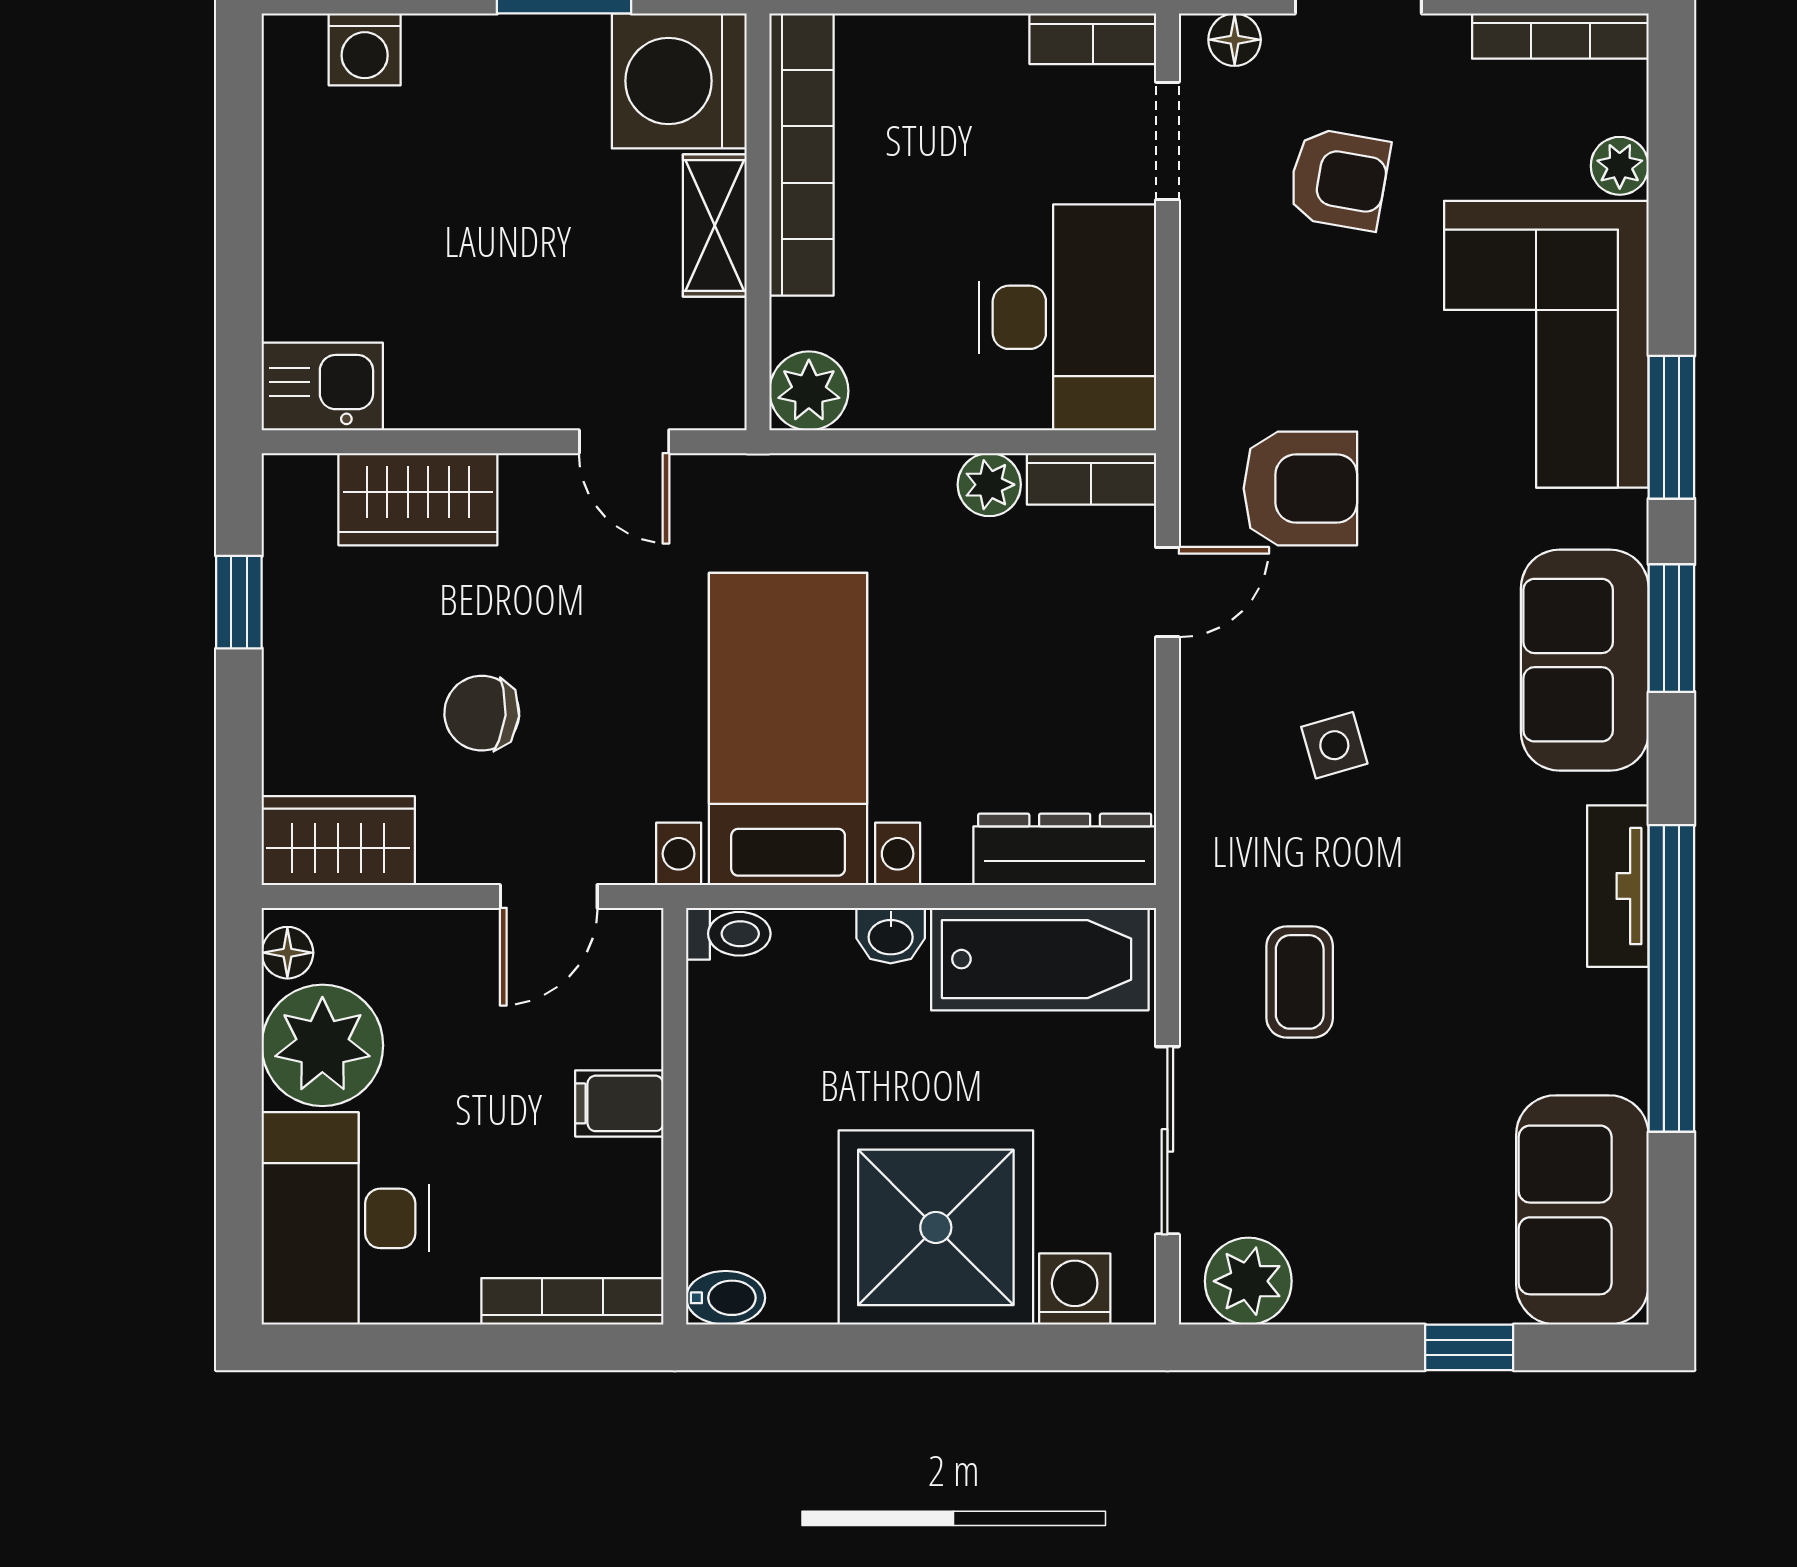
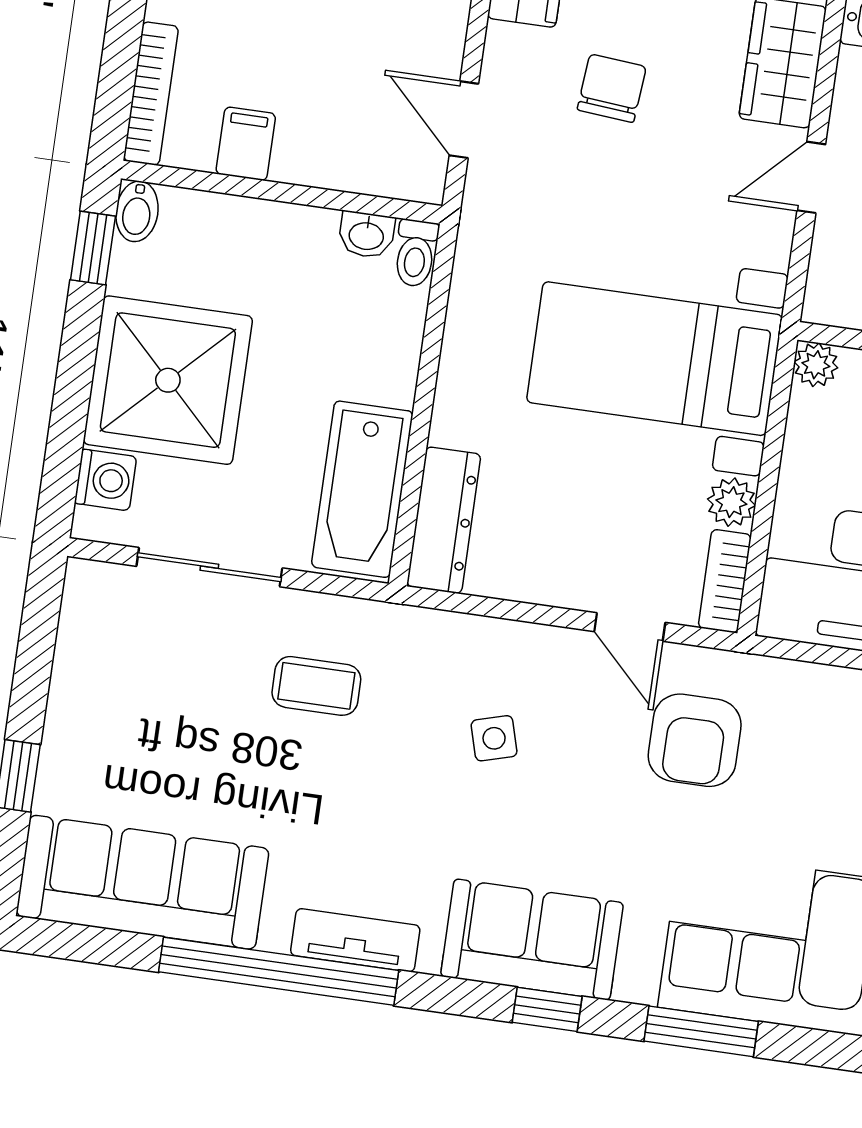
plant: (809, 391) -> (816, 365), width x0.73, depth x0.73
door: (624, 442) -> (811, 177), moved
window: (1671, 628) -> (547, 1009), width x0.67
bed with nightstands: (788, 729) -> (655, 359), moved, turned 180
washbasin: (891, 936) -> (366, 235), moved, turned -90
filing cabinet: (619, 1103) -> (246, 144), moved
sofa: (1582, 1210) -> (143, 882), width x1.36
plant: (1248, 1281) -> (93, 614), removed
window: (780, 1347) -> (93, 248), added

